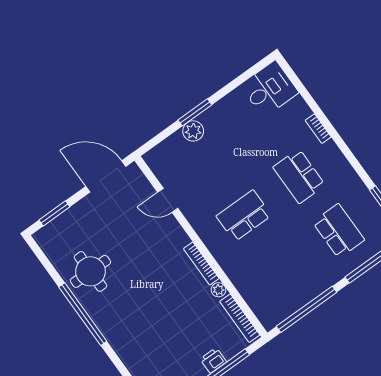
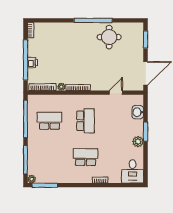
plant: (193, 131) -> (138, 142), moved
washbasin: (174, 146) -> (138, 112), added
school desk: (338, 231) -> (49, 121), moved, turned 180

